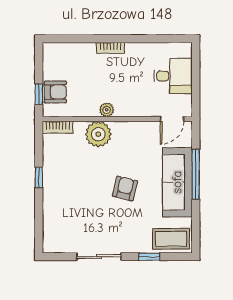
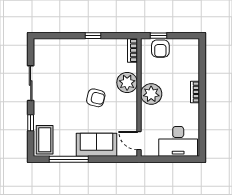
desk: (173, 76) -> (178, 141), width x1.37
plant: (107, 110) -> (151, 94), width x1.87, depth x1.87
window: (196, 174) -> (69, 159), moved
sofa: (177, 182) -> (96, 145), width x0.73
armchair: (125, 188) -> (96, 98), moved

